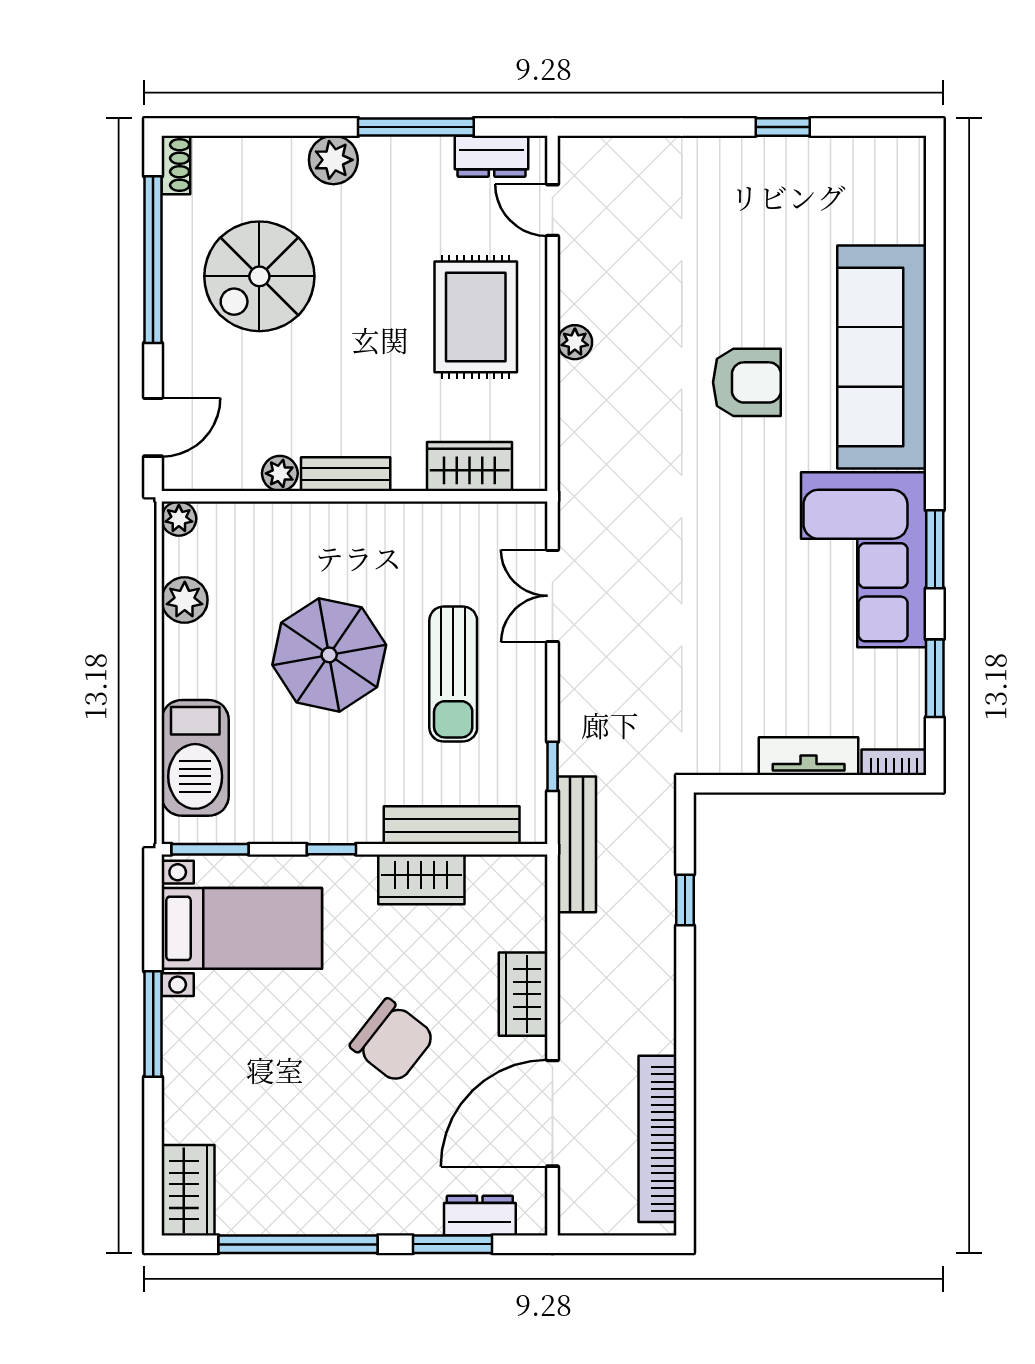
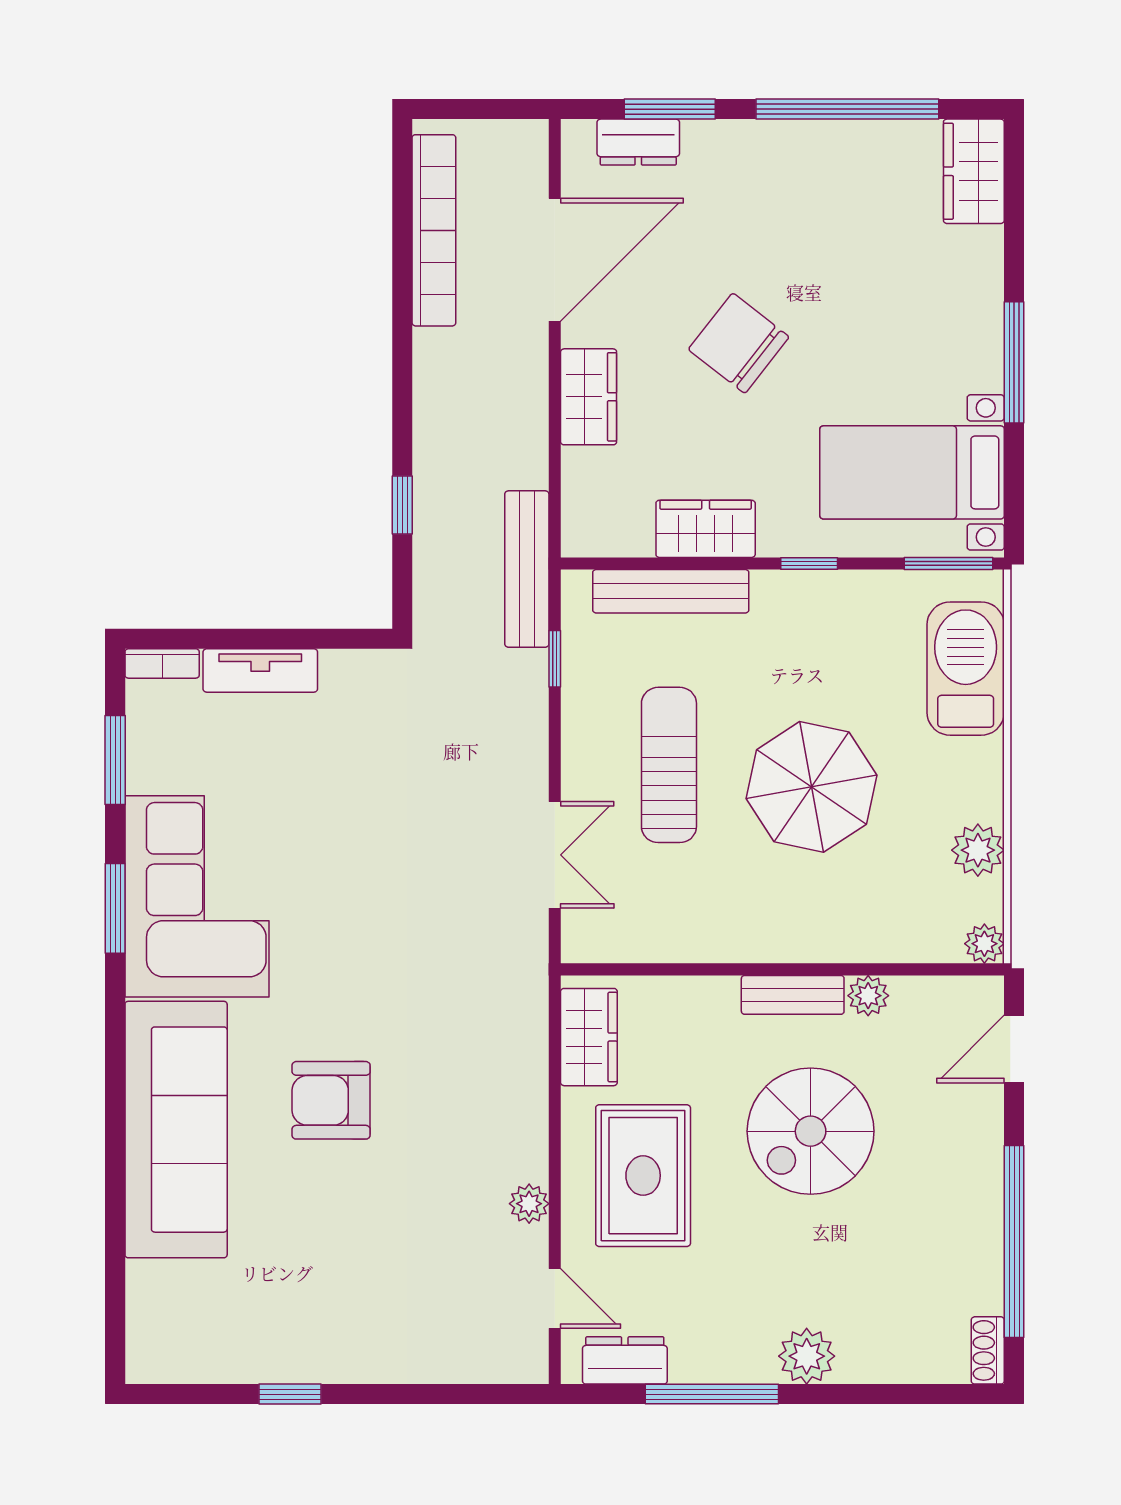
spiral stairs: (259, 276) -> (811, 1131), moved, turned 180
plant: (575, 342) -> (529, 1204), moved
wardrobe: (470, 467) -> (589, 1037), moved, turned -90

